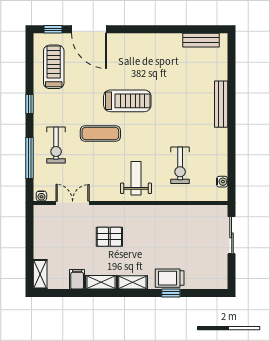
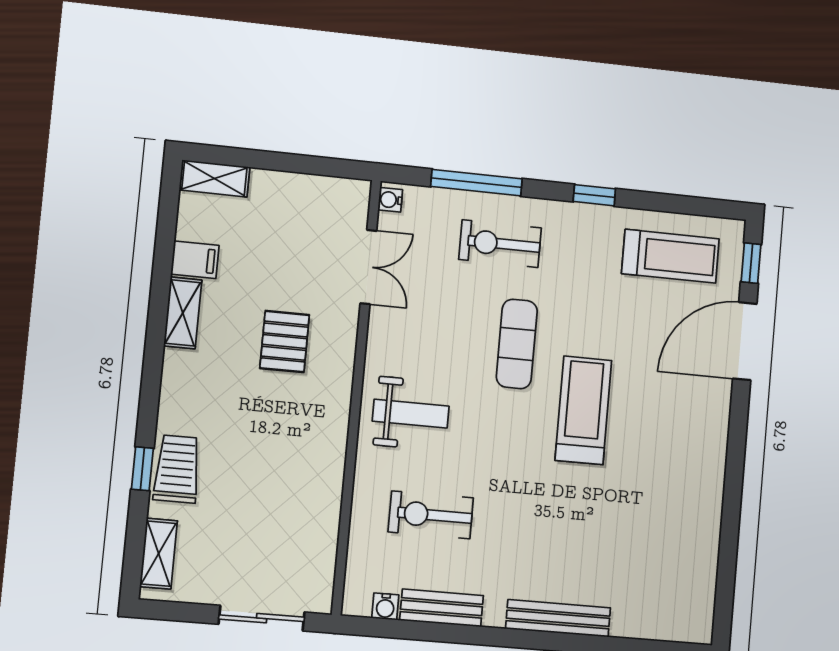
bench: (201, 40) -> (442, 608), moved, turned 90
treadmill: (127, 101) -> (583, 410), turned 180
shelving: (132, 282) -> (159, 554), moved

